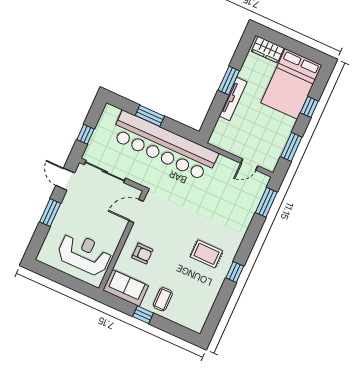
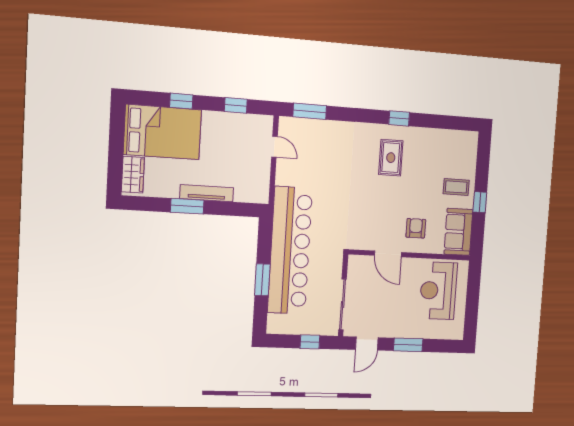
window: (291, 147) -> (236, 105), width x0.67
door: (136, 211) -> (388, 254), moved

